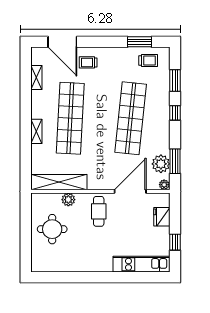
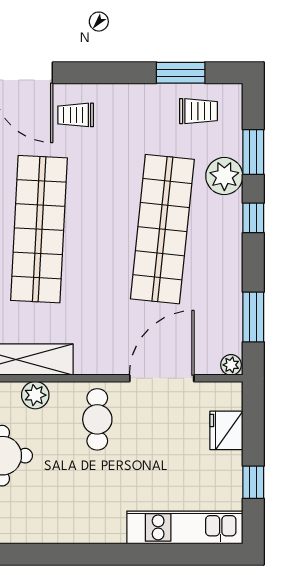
plant: (161, 164) -> (224, 176), moved

